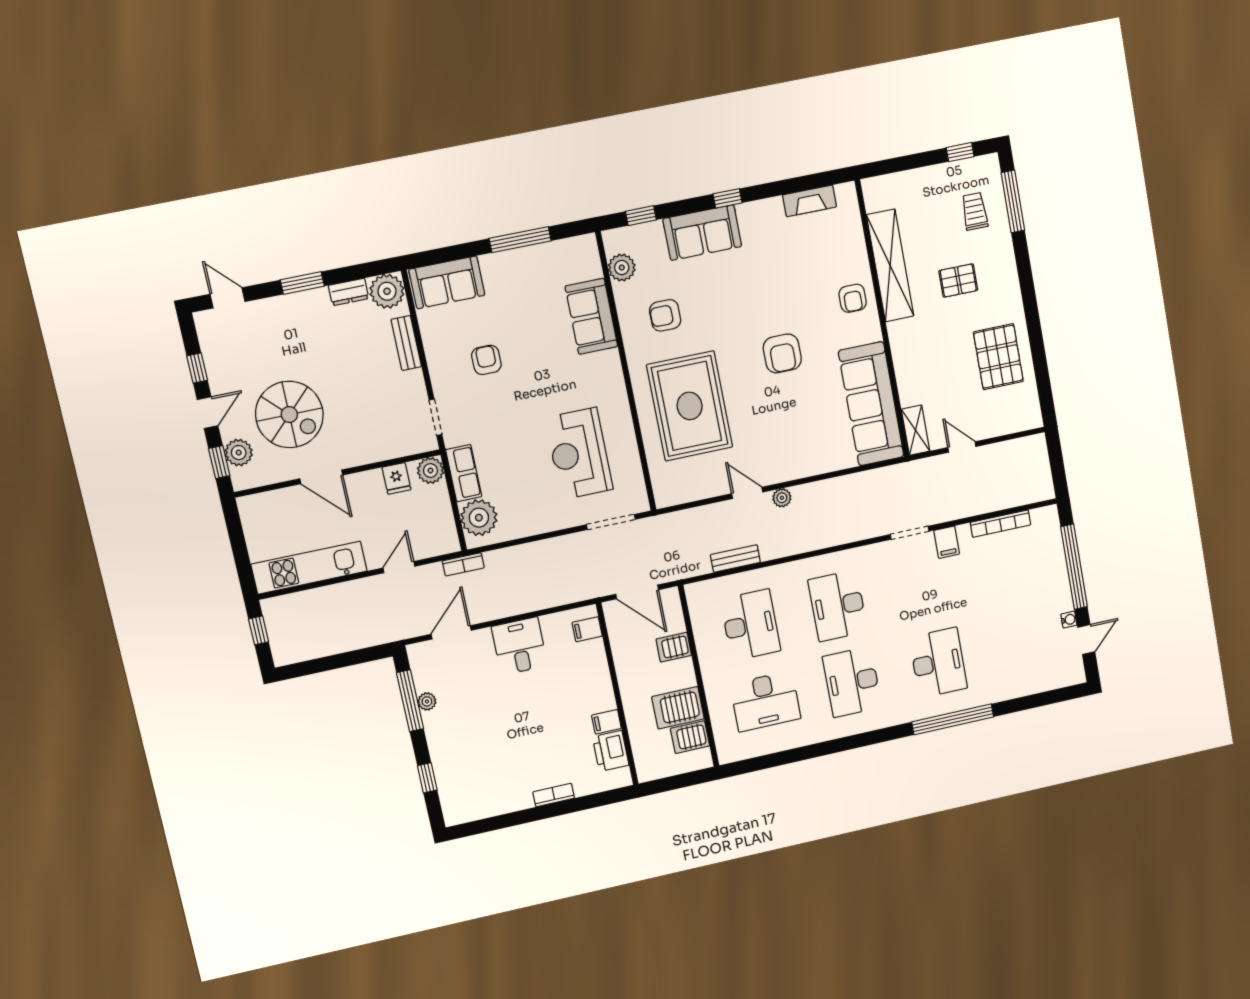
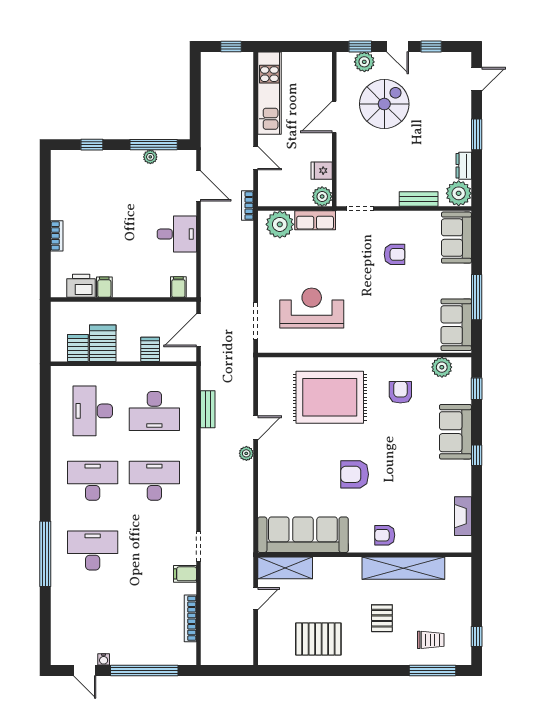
sofa: (591, 316) -> (456, 325), moved, turned -90
spiral stairs: (289, 415) -> (384, 104), turned 180
shelving: (916, 430) -> (285, 568), width x1.50, depth x1.33
desk: (938, 663) -> (93, 550), turned 180

